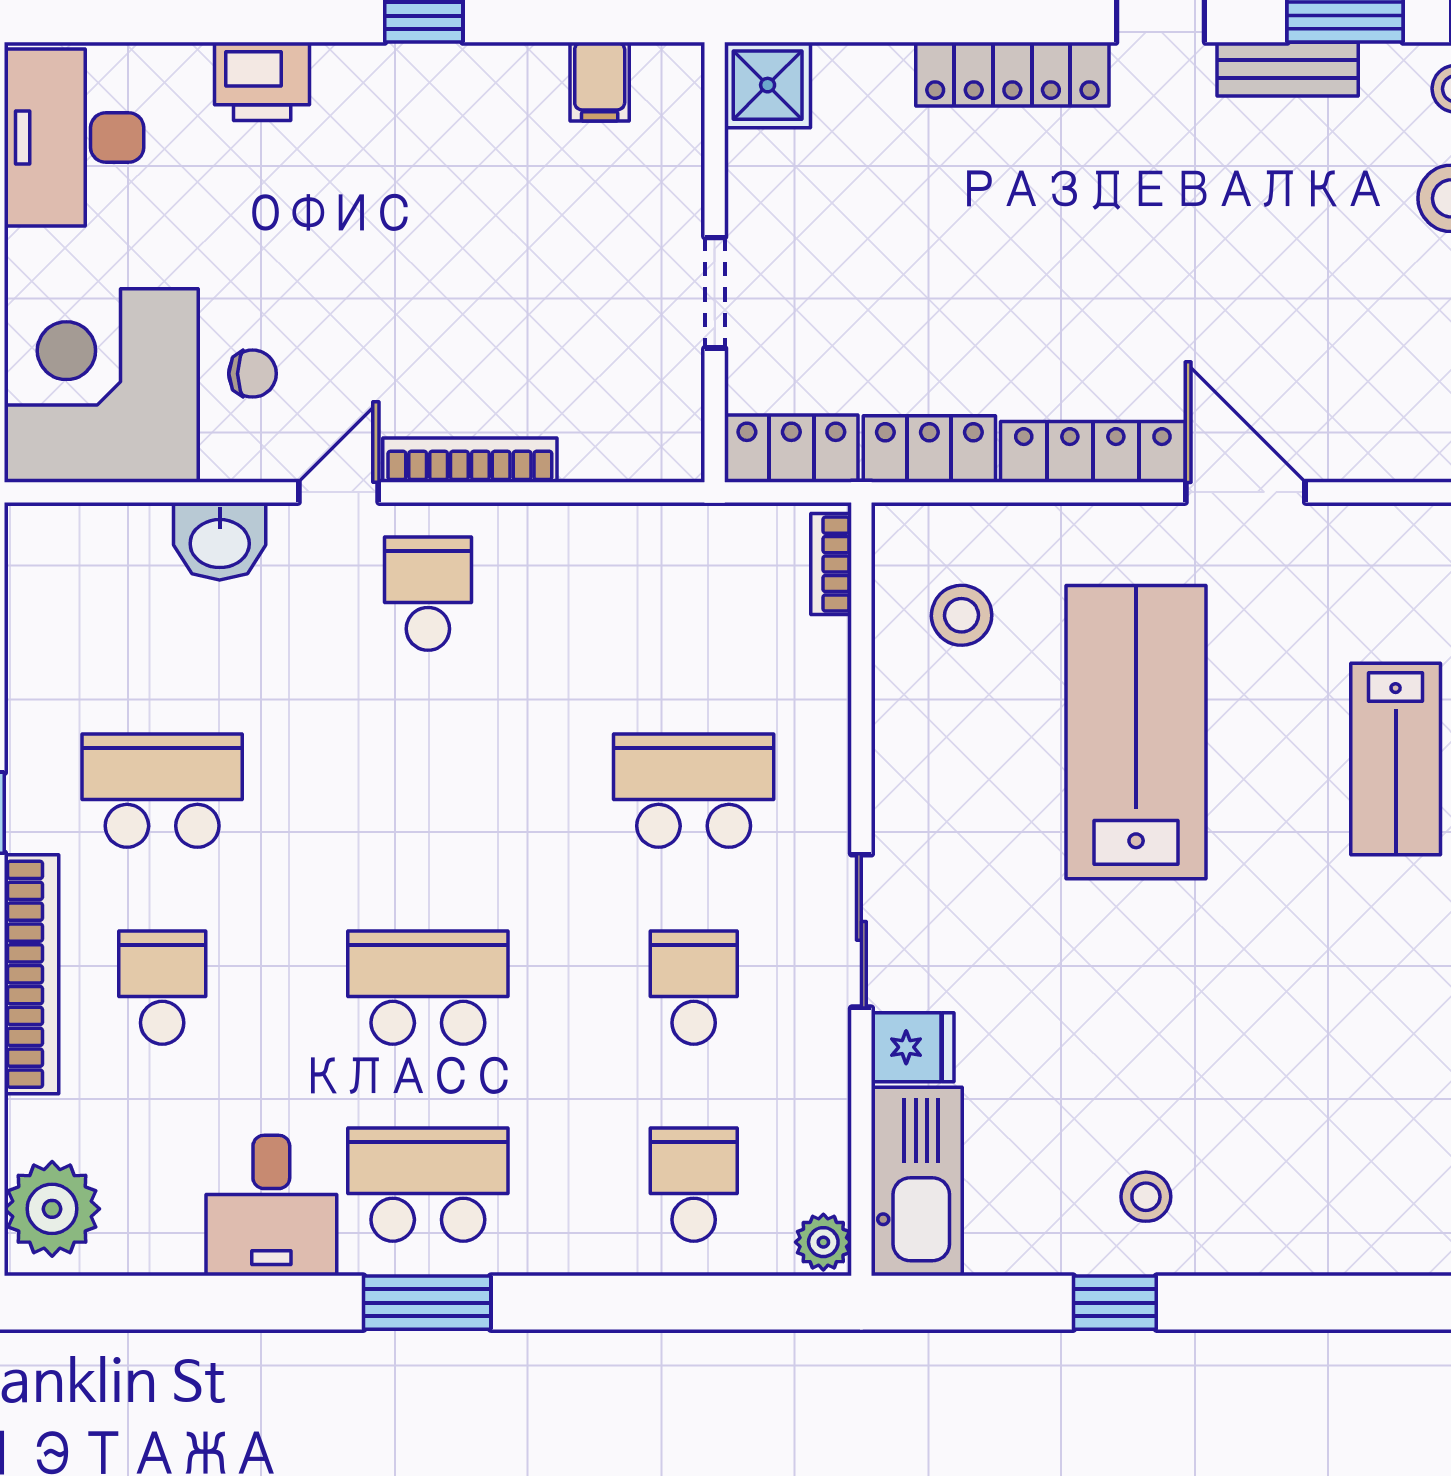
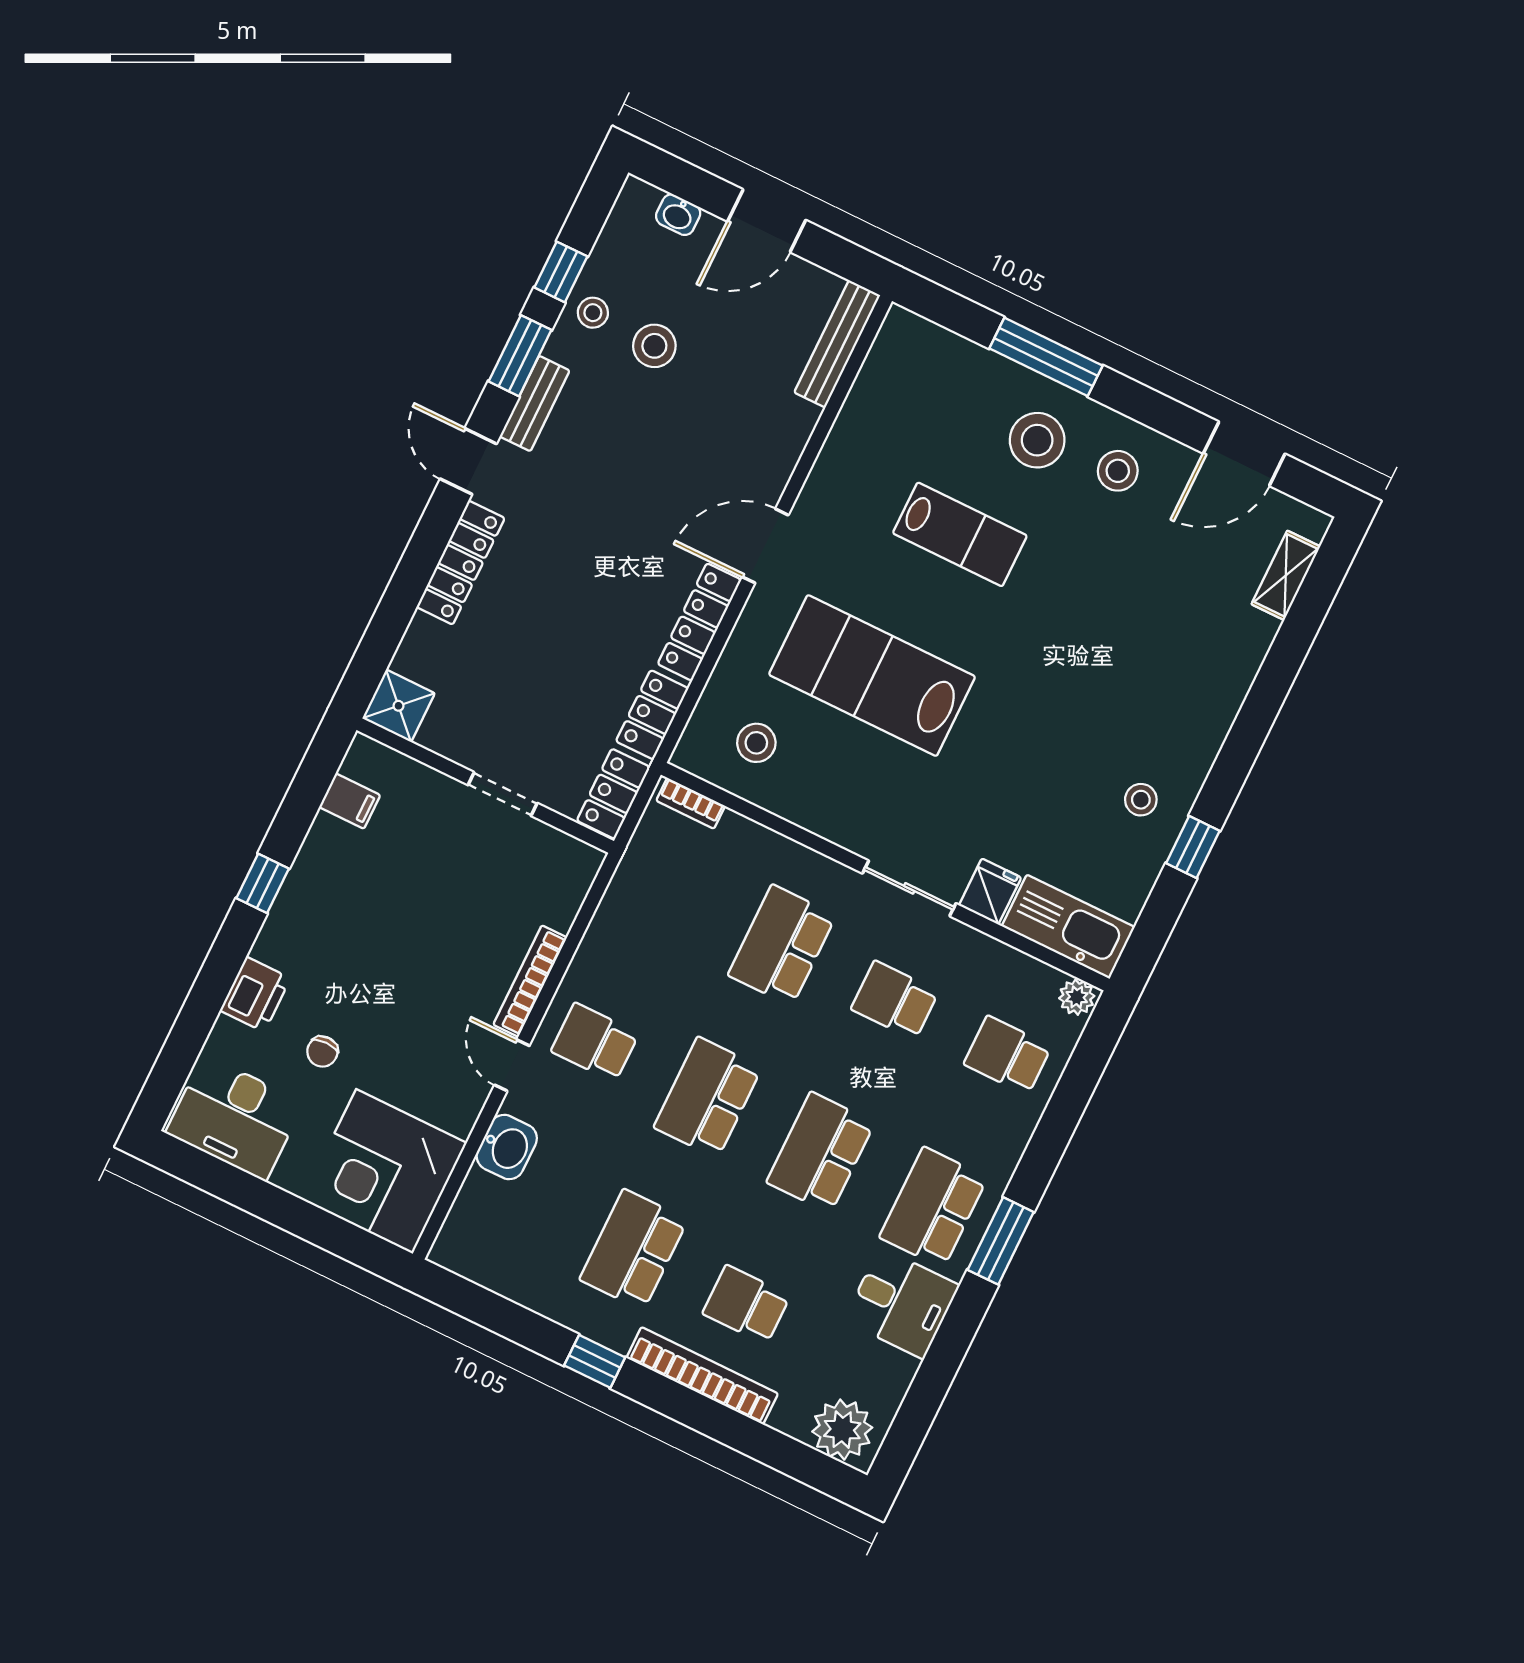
chair: (253, 374) -> (322, 1052), moved, turned 180
school desk: (428, 791) -> (708, 1097), added

